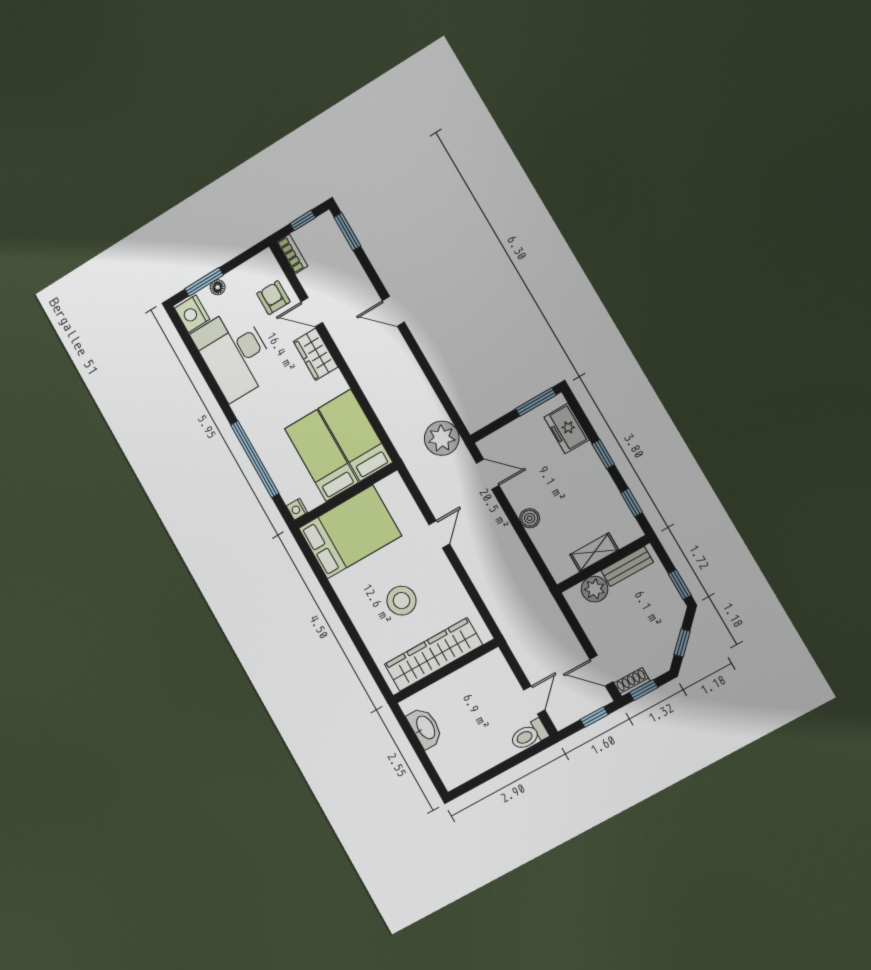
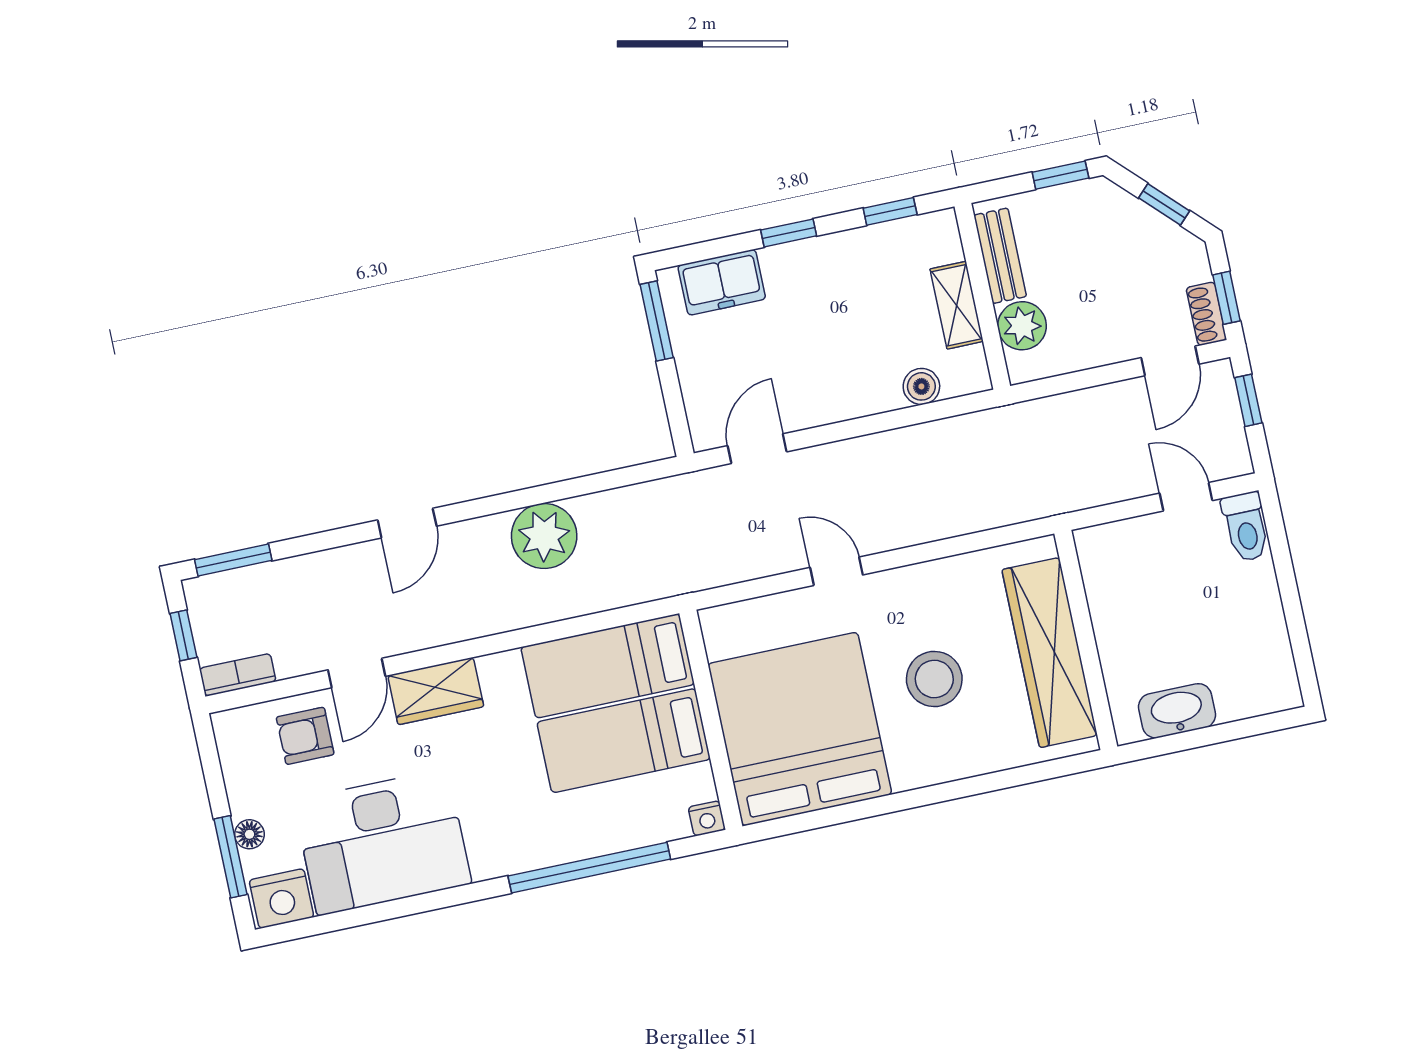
plant: (442, 438) -> (544, 536), moved
boiler: (530, 518) -> (921, 386), moved
bed: (350, 532) -> (800, 729), width x1.36

